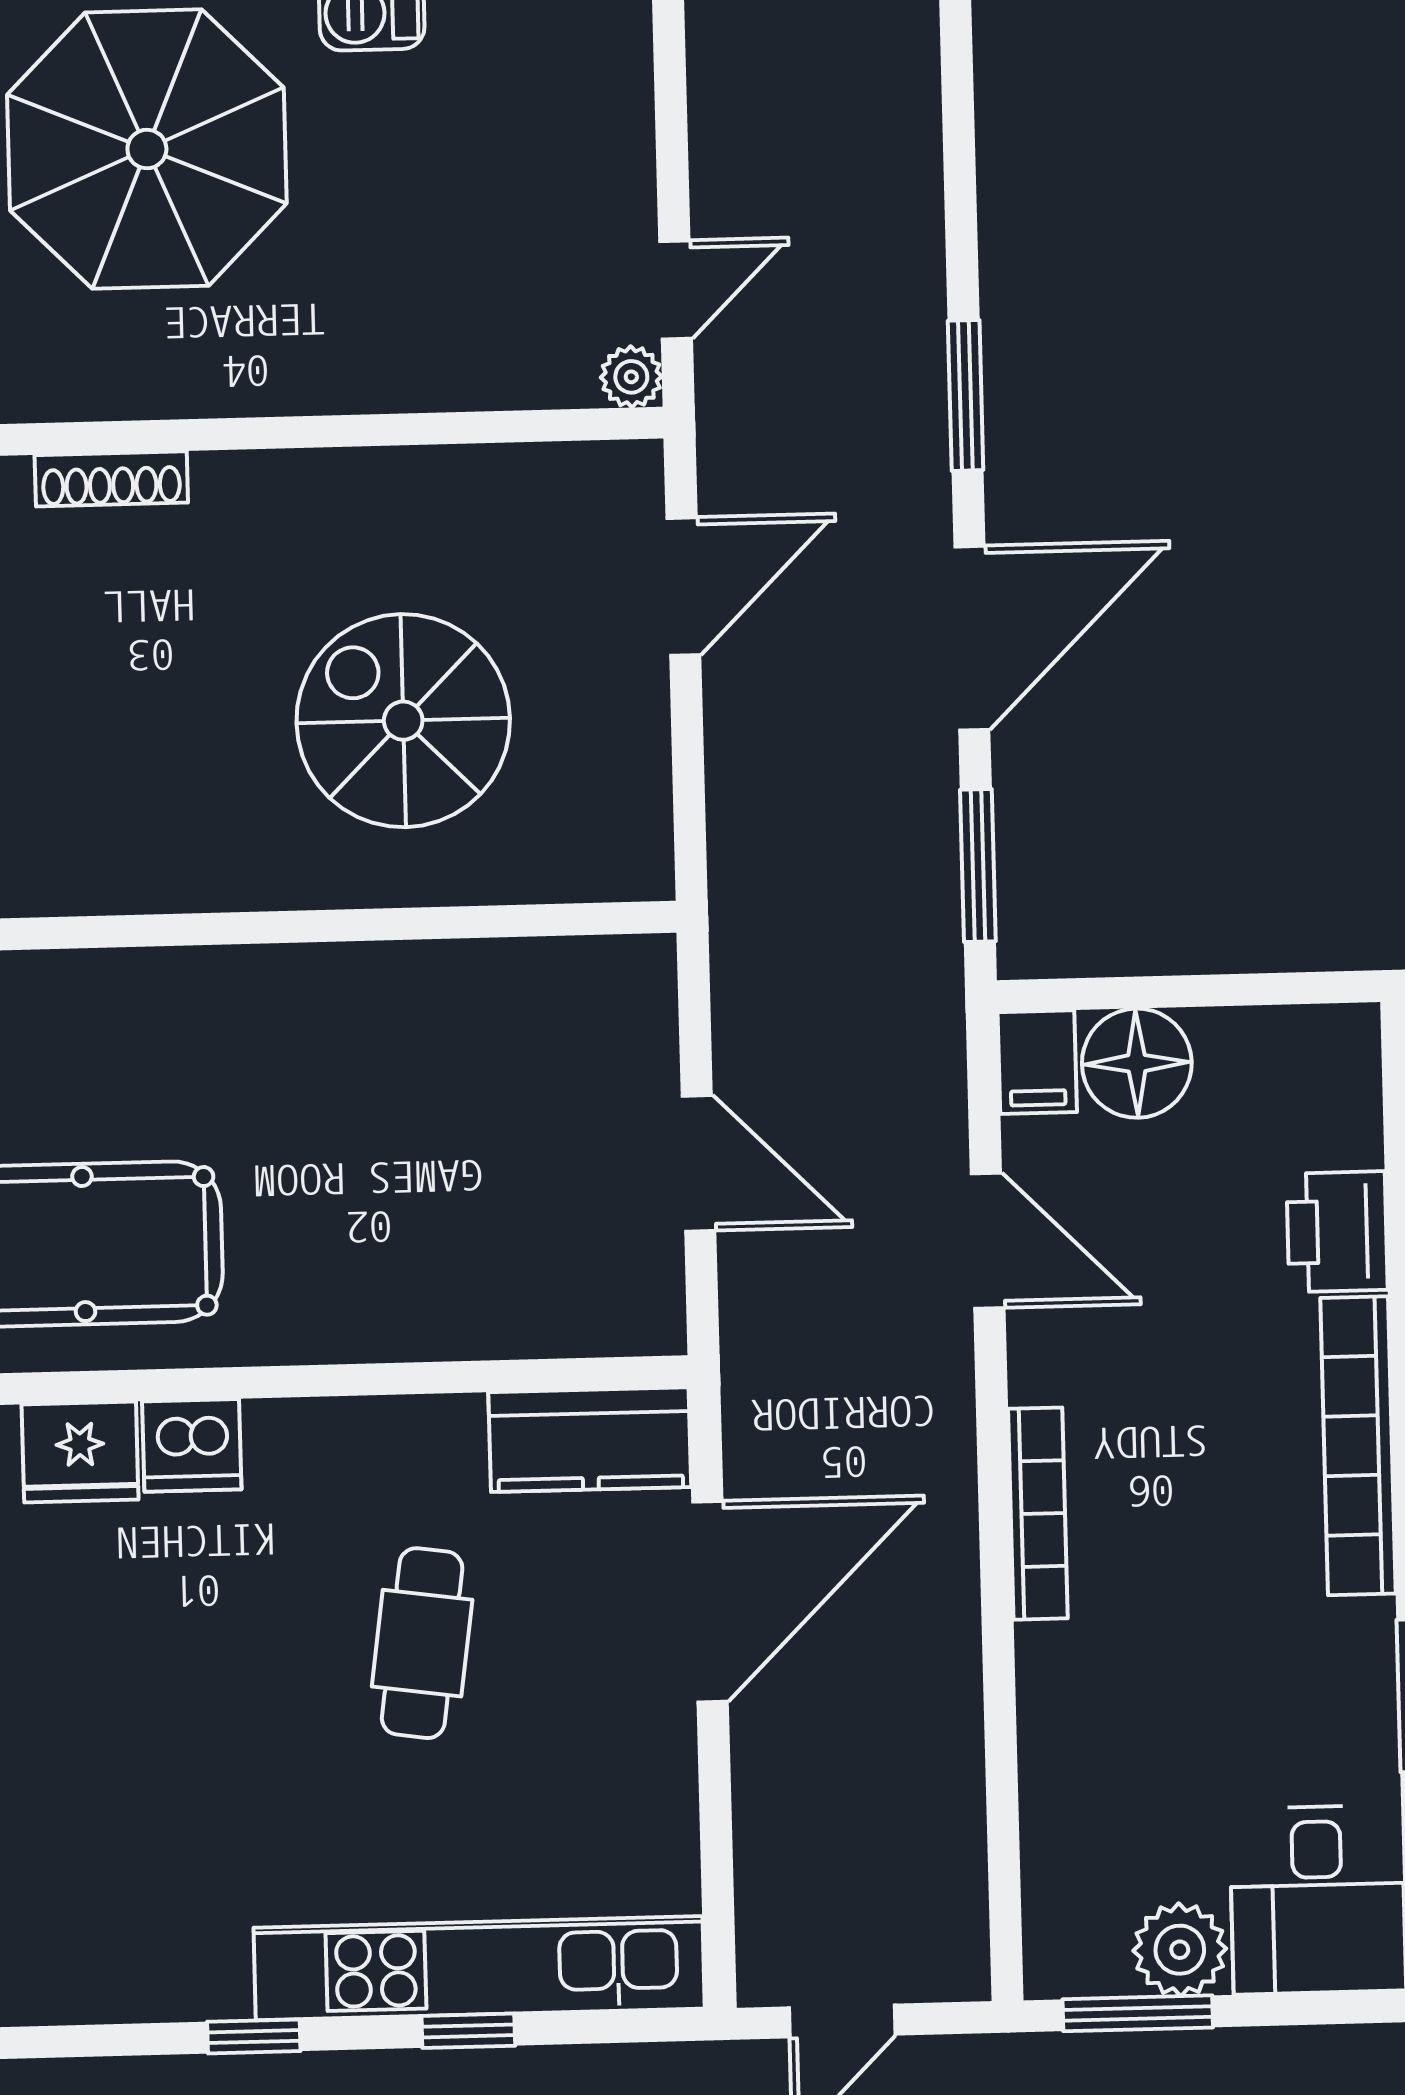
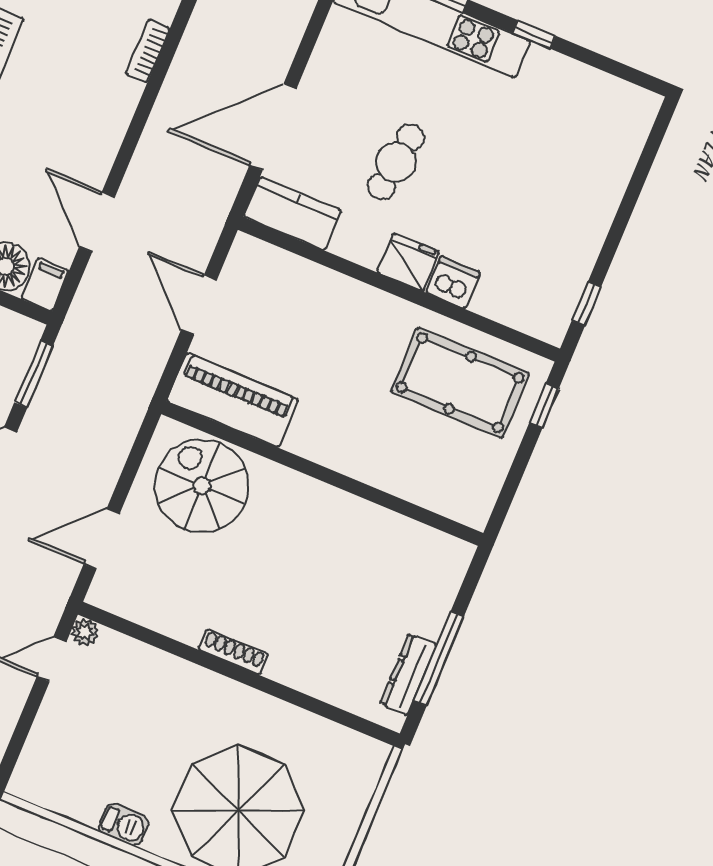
shoe rack: (111, 479) -> (233, 652), moved
spiral stairs: (403, 721) -> (202, 486), moved, turned 180
piano: (540, 996) -> (233, 400), added
fridge: (80, 1452) -> (408, 262), moved
bookcase: (1038, 1514) -> (148, 51), moved, width x0.64

